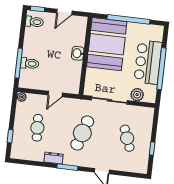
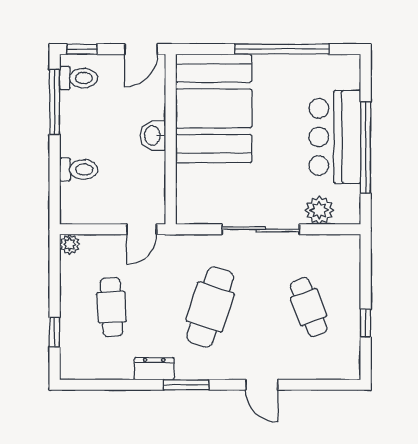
booth: (107, 44) -> (214, 108), moved
washbasin: (78, 53) -> (153, 135), moved
wall: (85, 56) -> (171, 139), moved
window: (19, 63) -> (55, 102), moved

